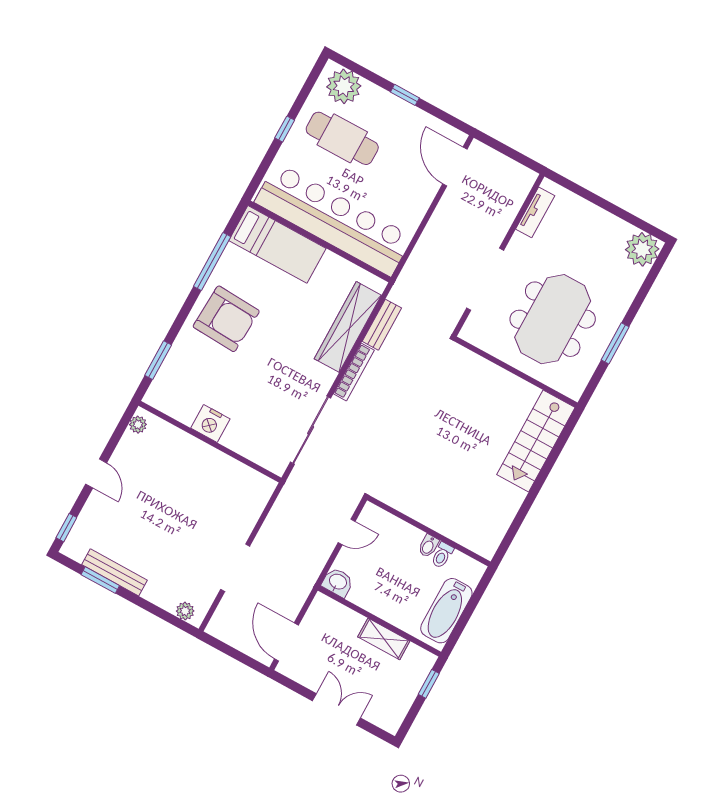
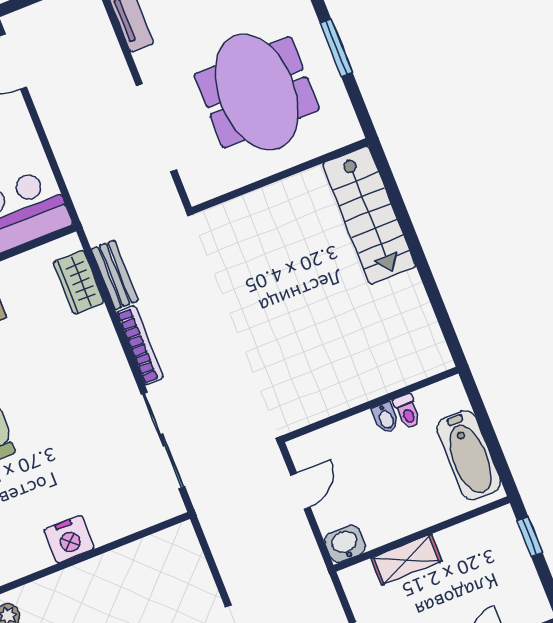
wardrobe: (348, 327) -> (79, 282), width x0.48, depth x0.85
shelving: (384, 639) -> (406, 560), moved

